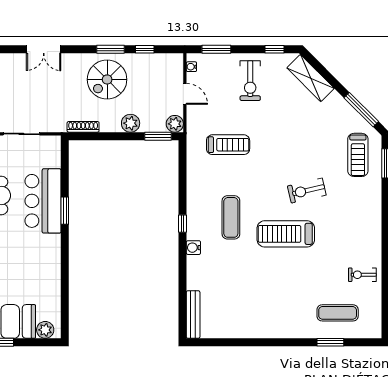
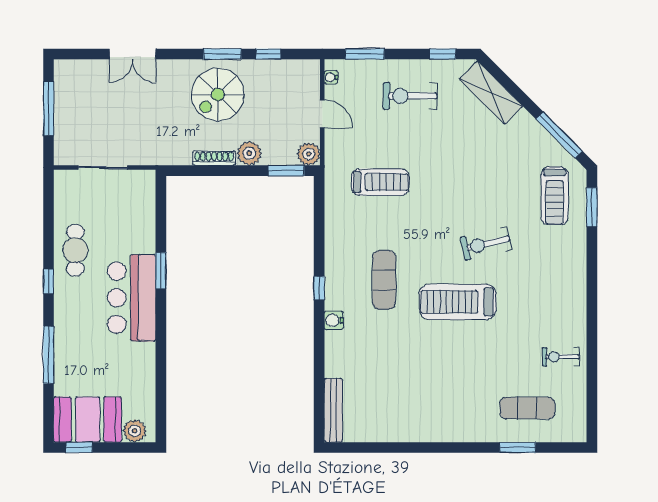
exercise bike: (250, 81) -> (410, 96), turned 90
shoe rack: (83, 127) -> (214, 158), moved
bar counter: (43, 201) -> (132, 298), moved

